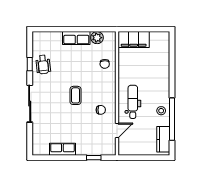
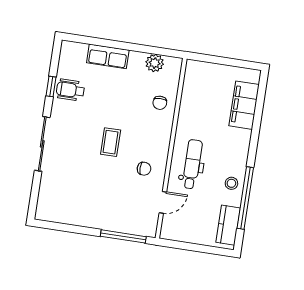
row of seats: (76, 38) -> (108, 56), moved
filing cabinet: (134, 39) -> (244, 105), moved, turned 90
wheelchair: (43, 64) -> (70, 90), turned 96
row of seats: (62, 149) -> (80, 217), removed
window: (94, 158) -> (123, 236), width x2.17

